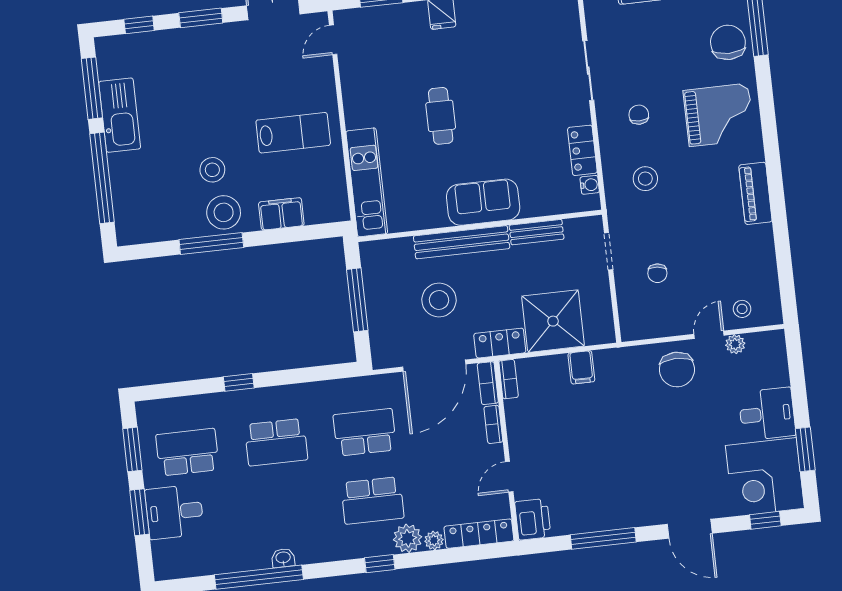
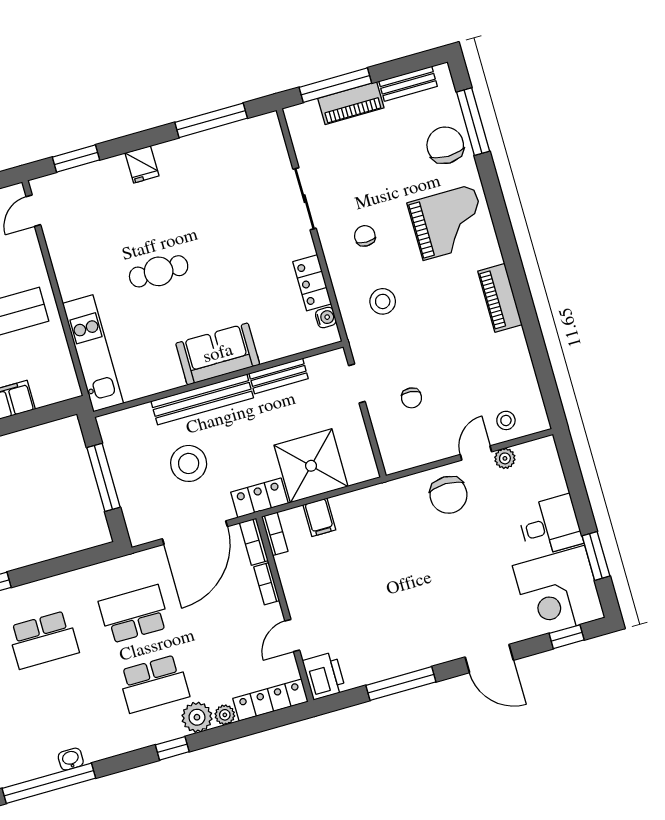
cafe table: (441, 116) -> (159, 271), turned 90
filing cabinet: (581, 367) -> (319, 517), moved

